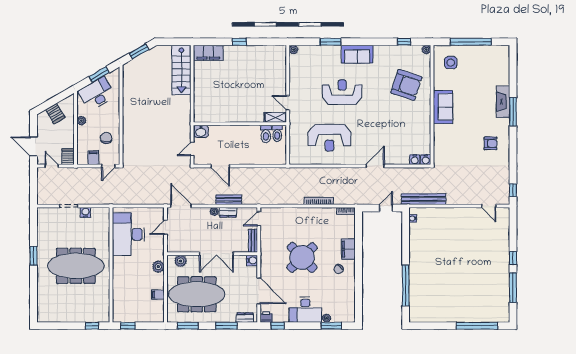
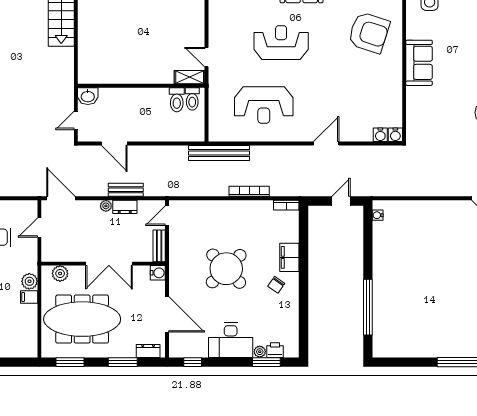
bench: (424, 199) -> (219, 153), moved
filing cabinet: (158, 295) -> (29, 297), moved
printer: (266, 317) -> (275, 350), moved

